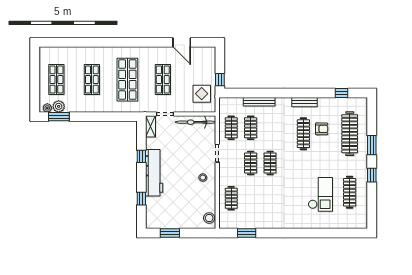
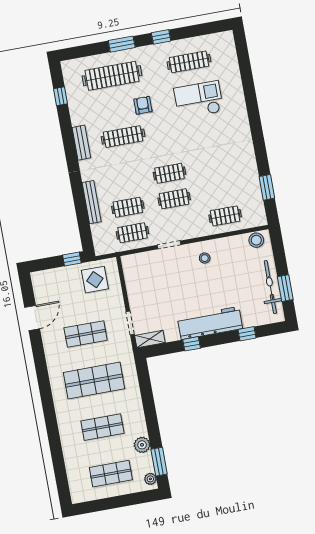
plant: (59, 106) -> (142, 445), moved
bicycle: (195, 122) -> (270, 287), moved, turned 180
armchair: (322, 129) -> (143, 105), moved

